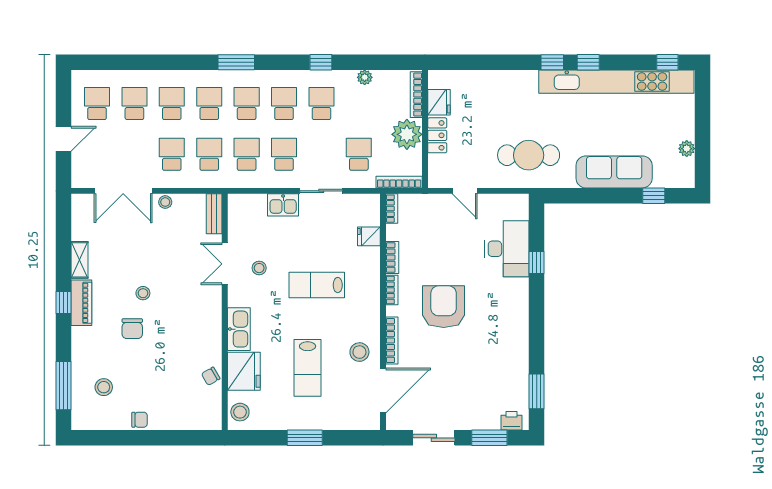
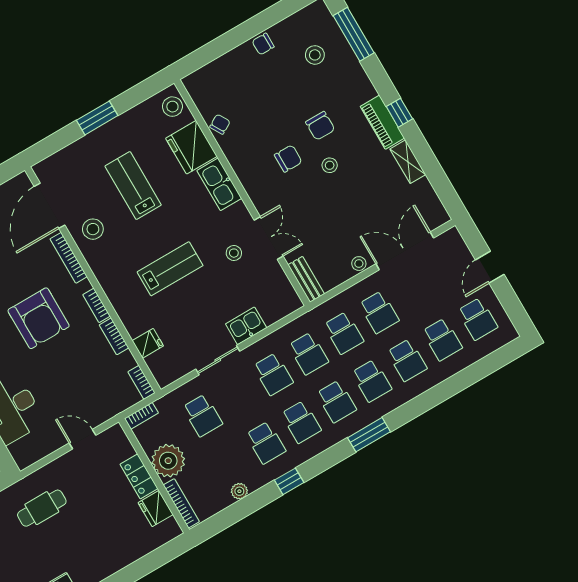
cafe table: (529, 155) -> (42, 508), width x0.73, depth x0.74
bookcase: (399, 182) -> (141, 416), width x0.64
chair: (173, 318) -> (288, 158), added
chair: (132, 329) -> (320, 126), turned 180

